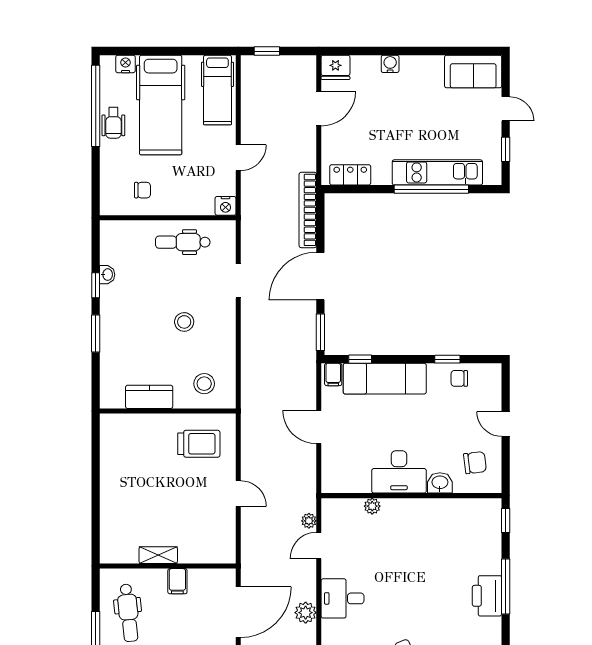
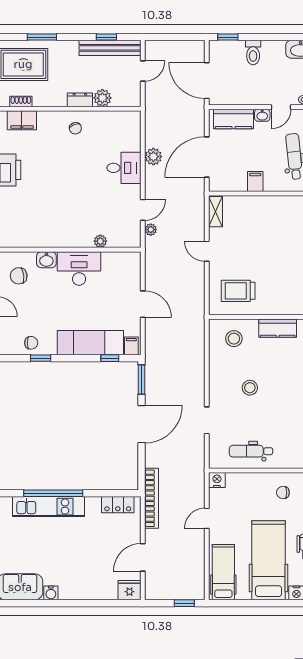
water cooler: (390, 64) -> (51, 593), moved
bookcase: (308, 210) -> (152, 498), moved
dental chair: (183, 242) -> (251, 451), turned 180
shelving: (158, 555) -> (216, 212), moved, turned 90

